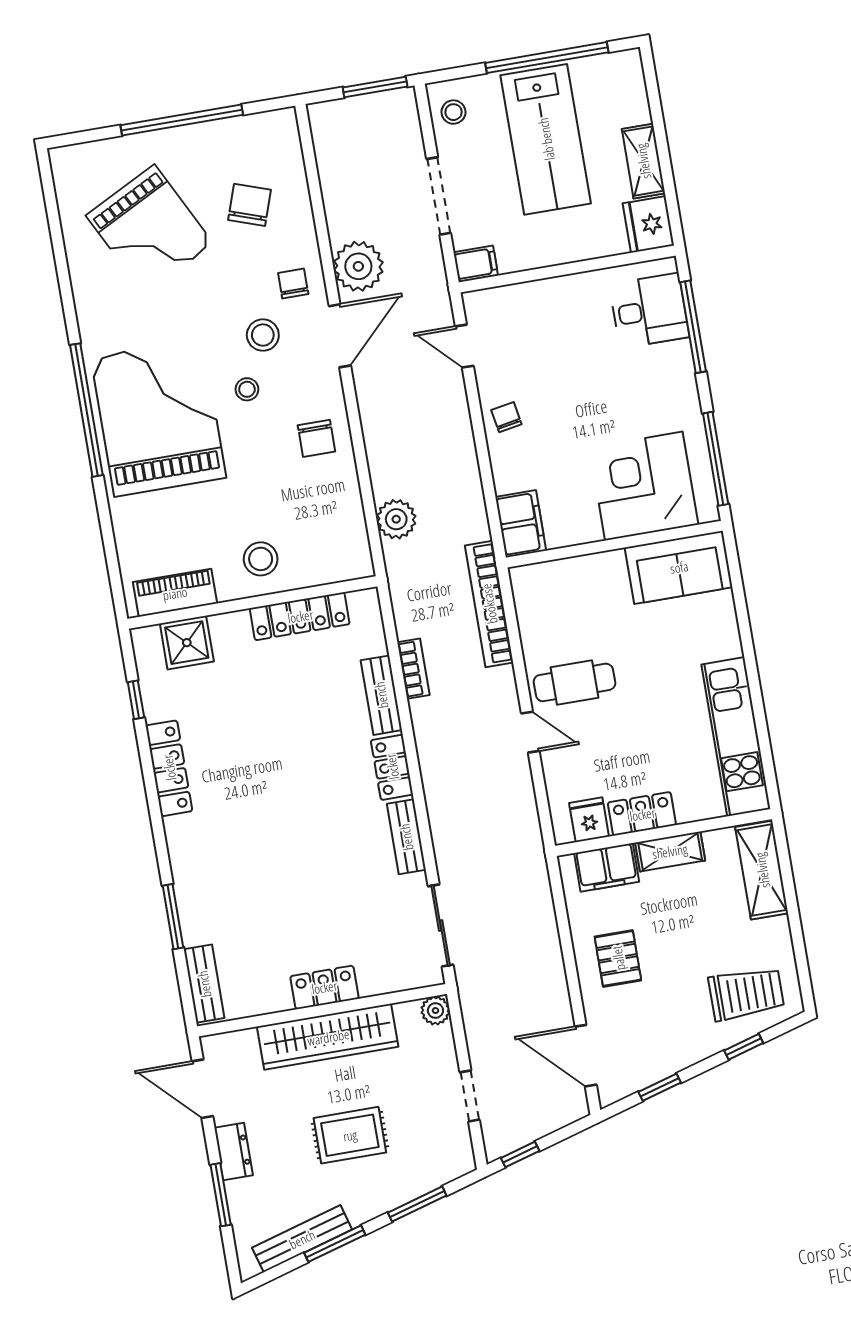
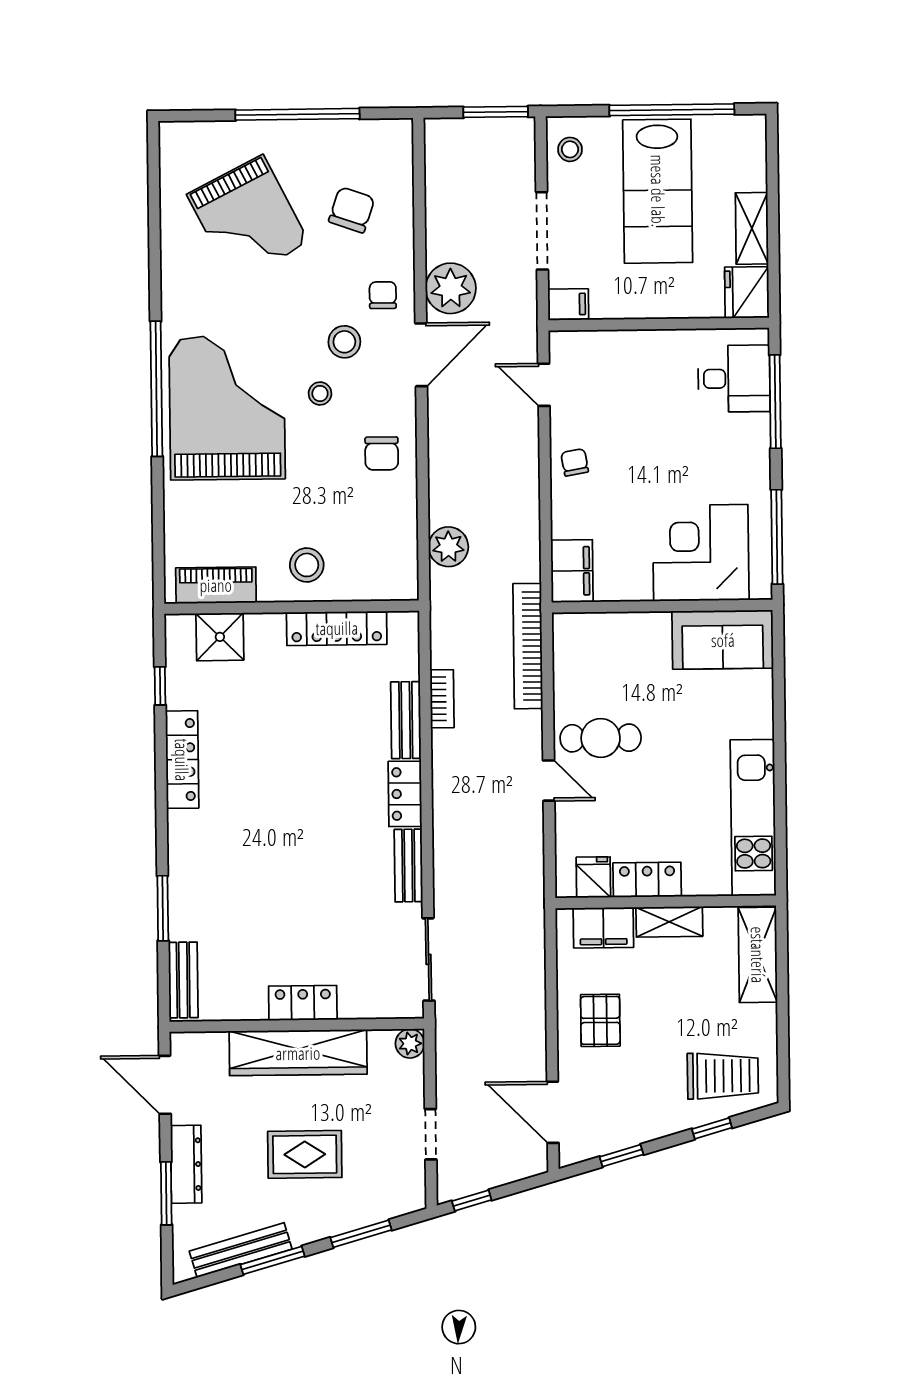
dresser: (234, 1152) -> (186, 1164), width x1.44

